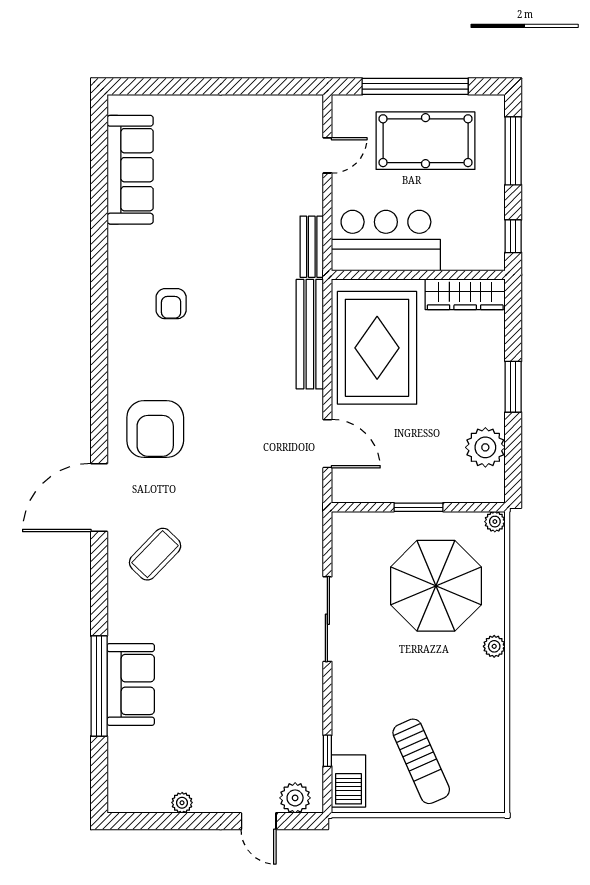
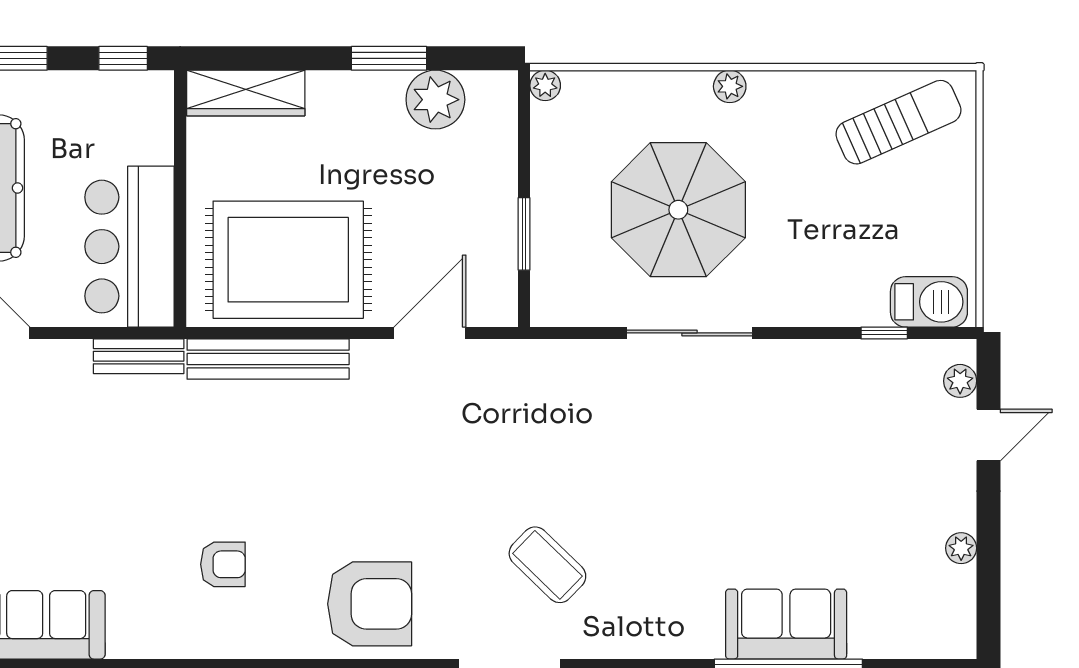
wardrobe: (465, 294) -> (246, 93), moved, turned 90
window: (513, 387) -> (389, 58), moved
armchair: (155, 429) -> (370, 604), moved
window: (418, 507) -> (524, 234), moved
coffee table: (155, 554) -> (547, 565), moved
parasol: (436, 586) -> (678, 210), moved
sun lounger: (421, 761) -> (898, 122), moved
plant: (295, 798) -> (960, 381), width x0.73, depth x0.73

